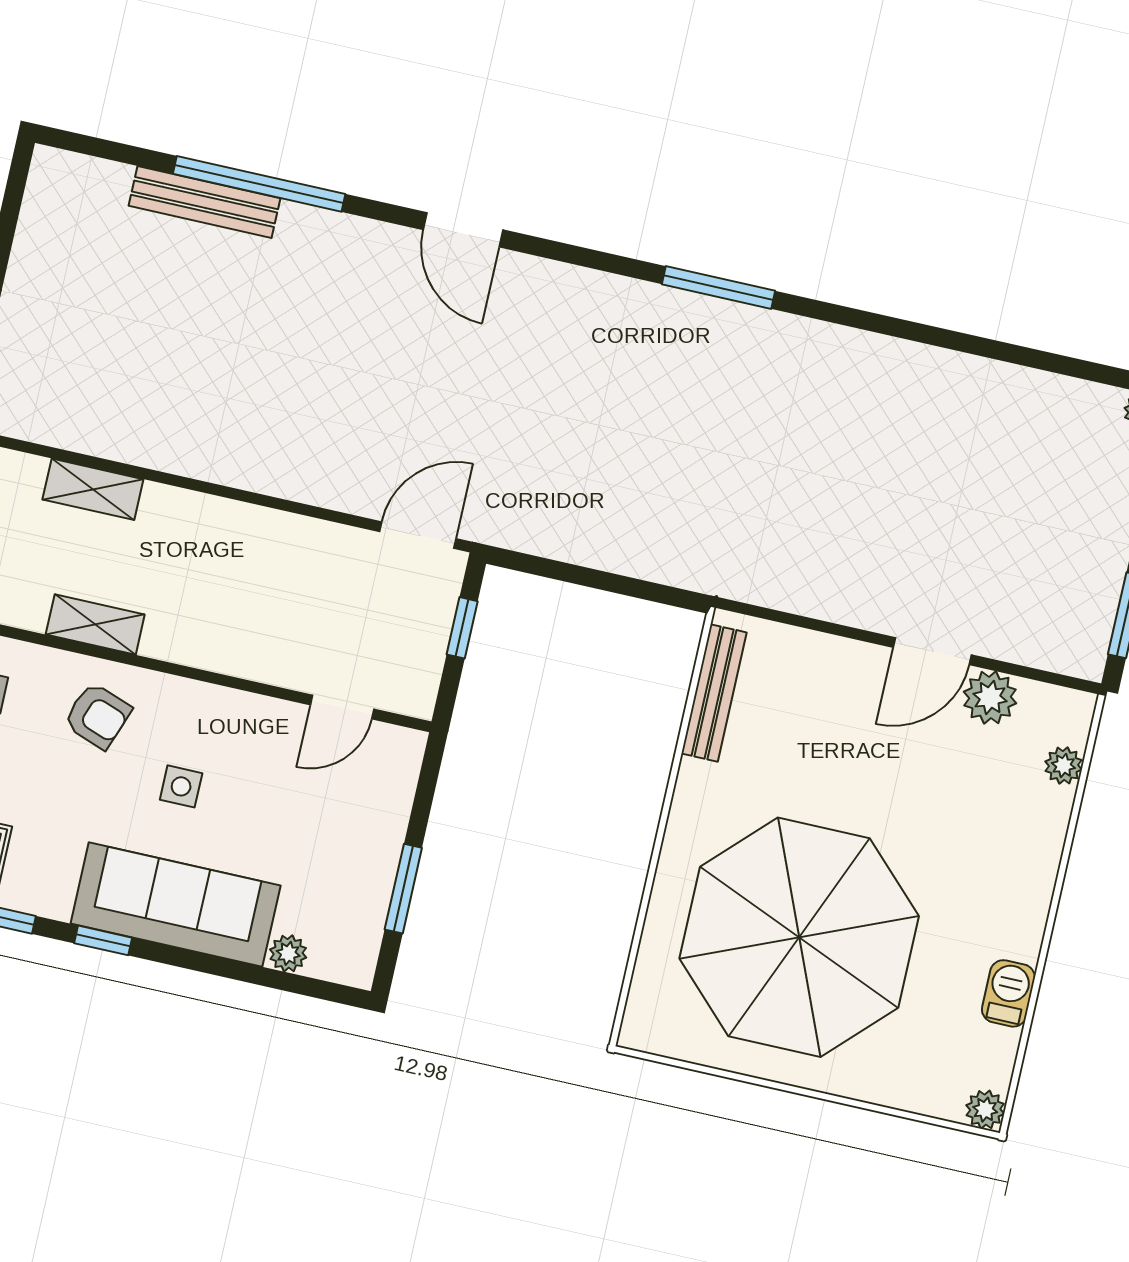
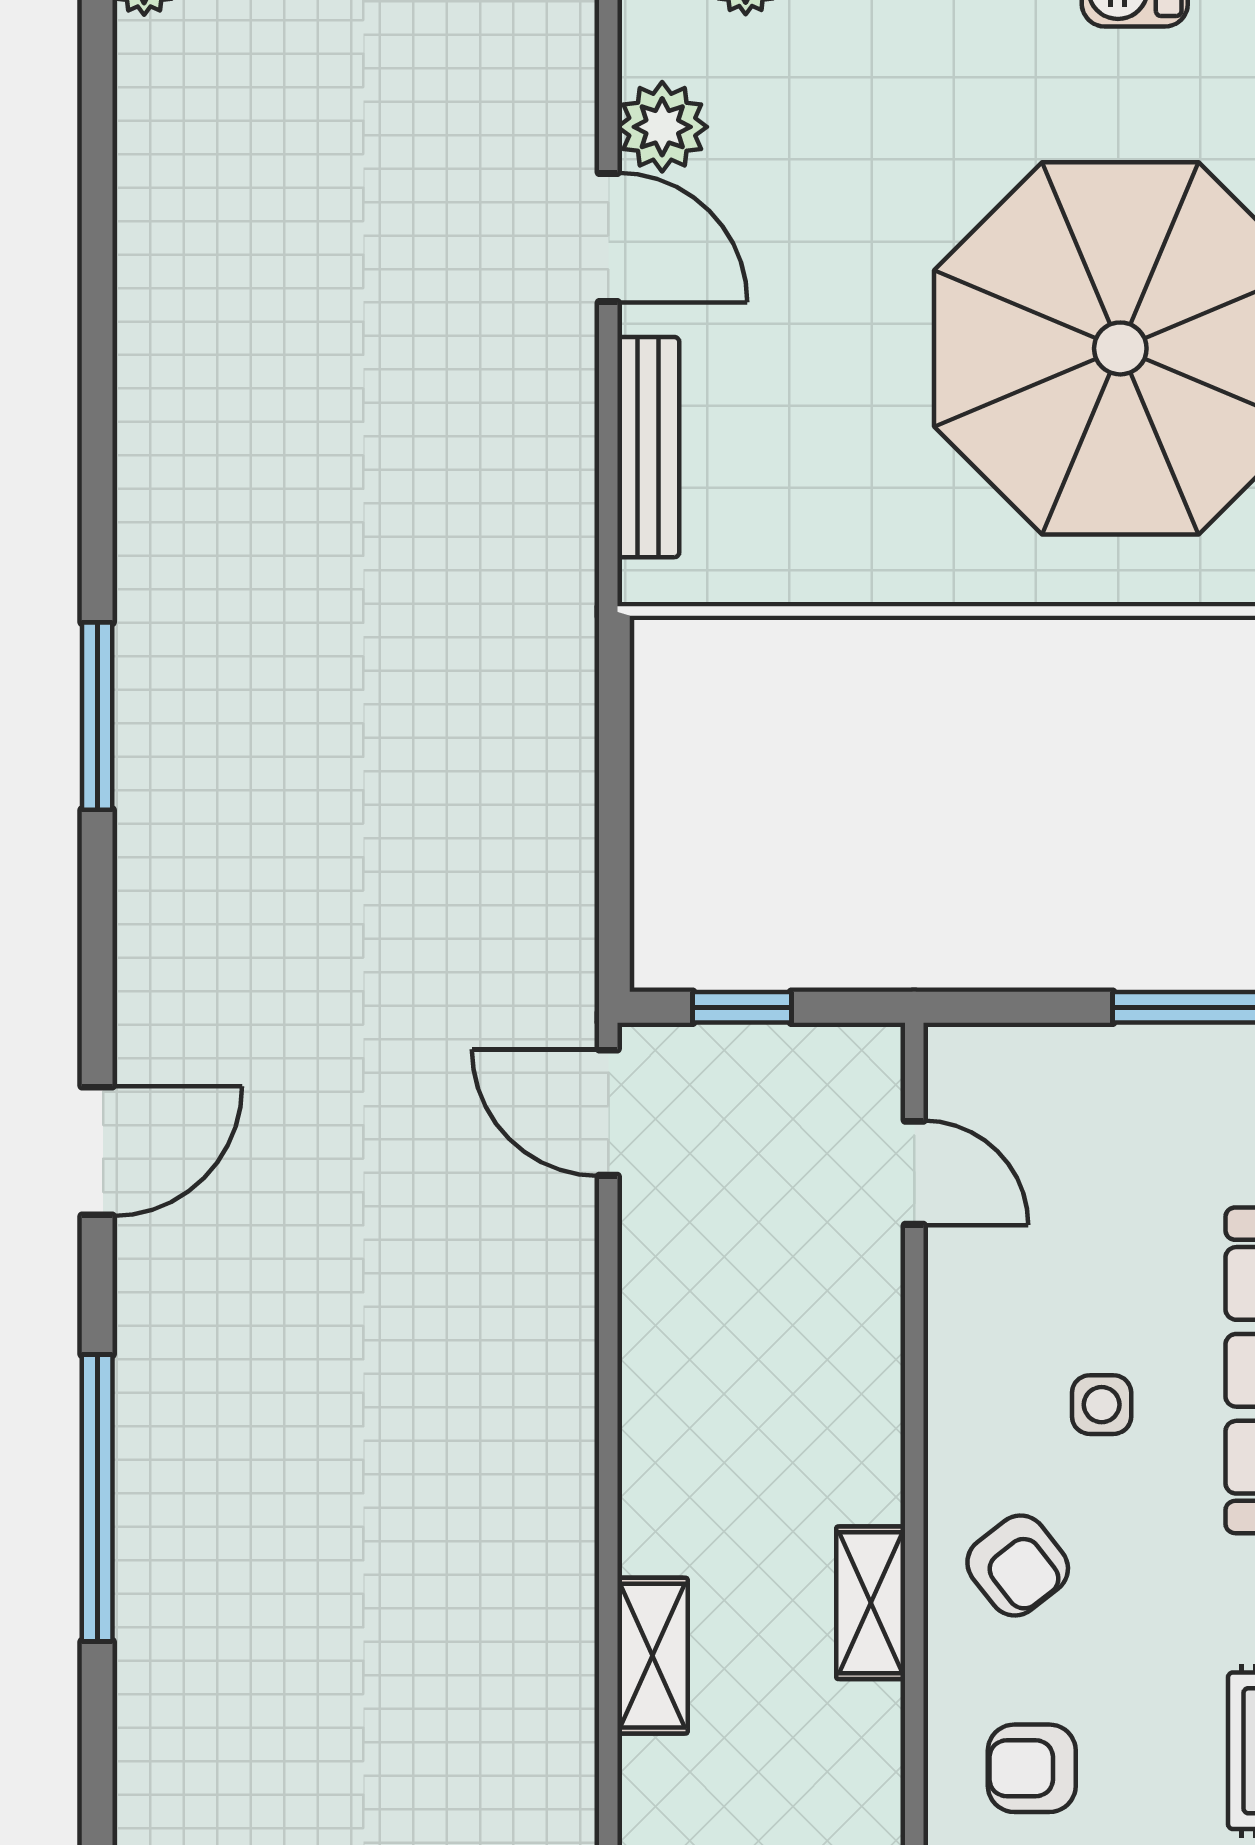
bench: (204, 202) -> (146, 1580), removed
bench: (714, 693) -> (648, 447), moved, turned 90
armchair: (98, 716) -> (1018, 1566), turned 122

